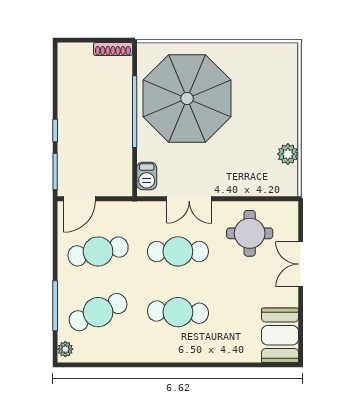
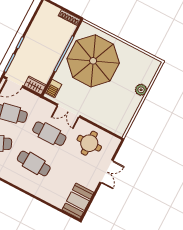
plant: (288, 154) -> (141, 90), moved
wardrobe: (115, 186) -> (35, 85), added
double door: (301, 264) -> (106, 171), swing flipped

